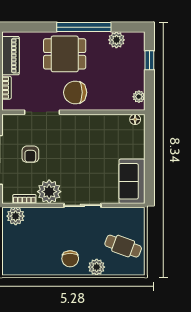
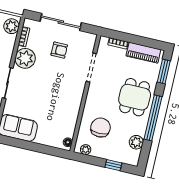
window: (27, 27) -> (164, 71), added
chair: (75, 92) -> (101, 128), moved
armchair: (30, 154) -> (59, 50), turned 180

